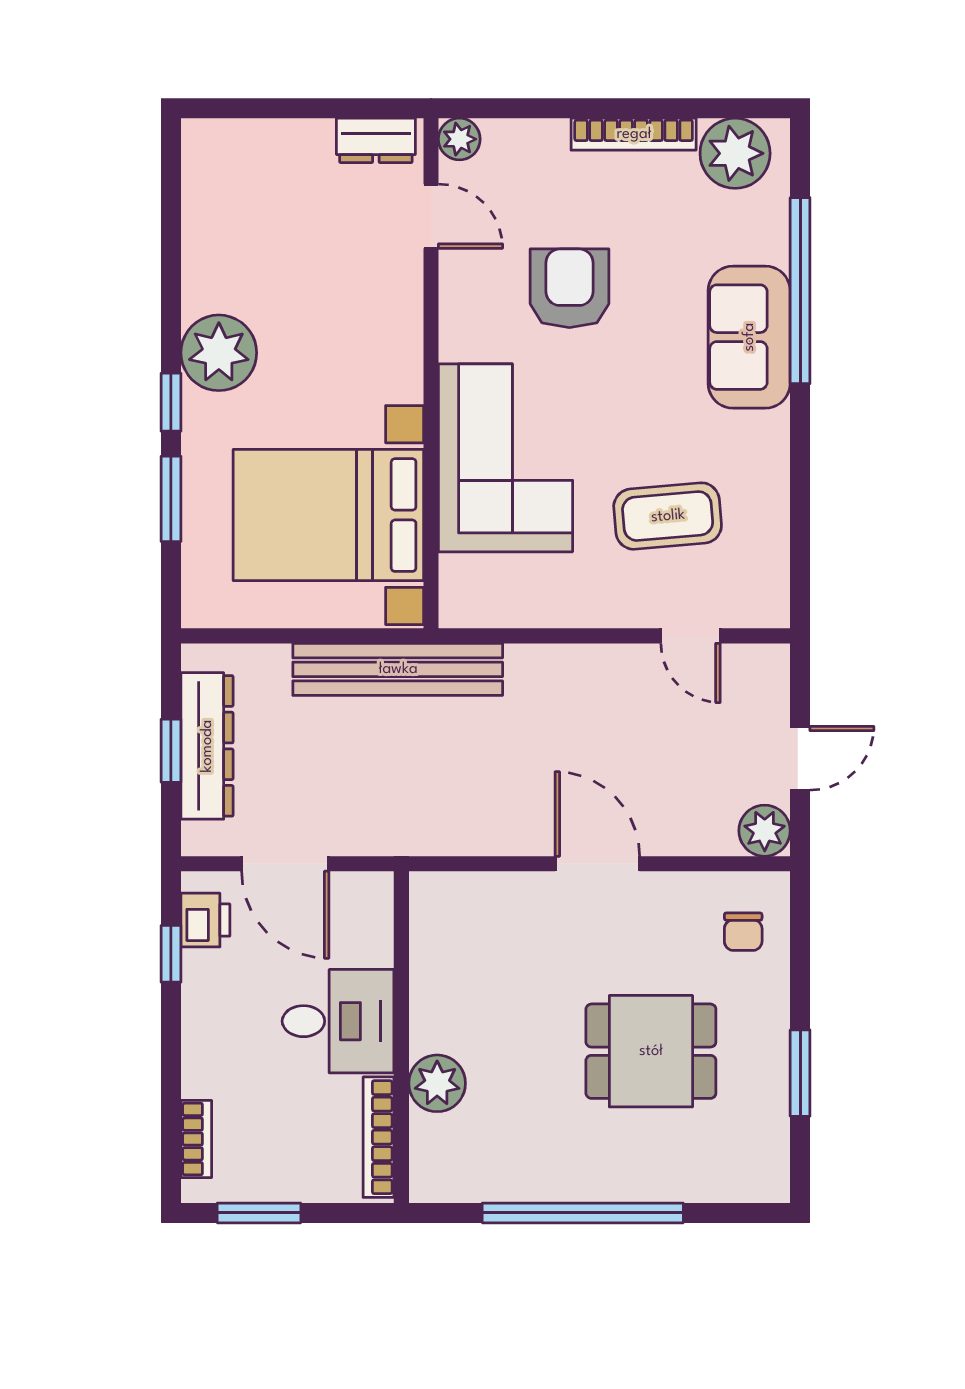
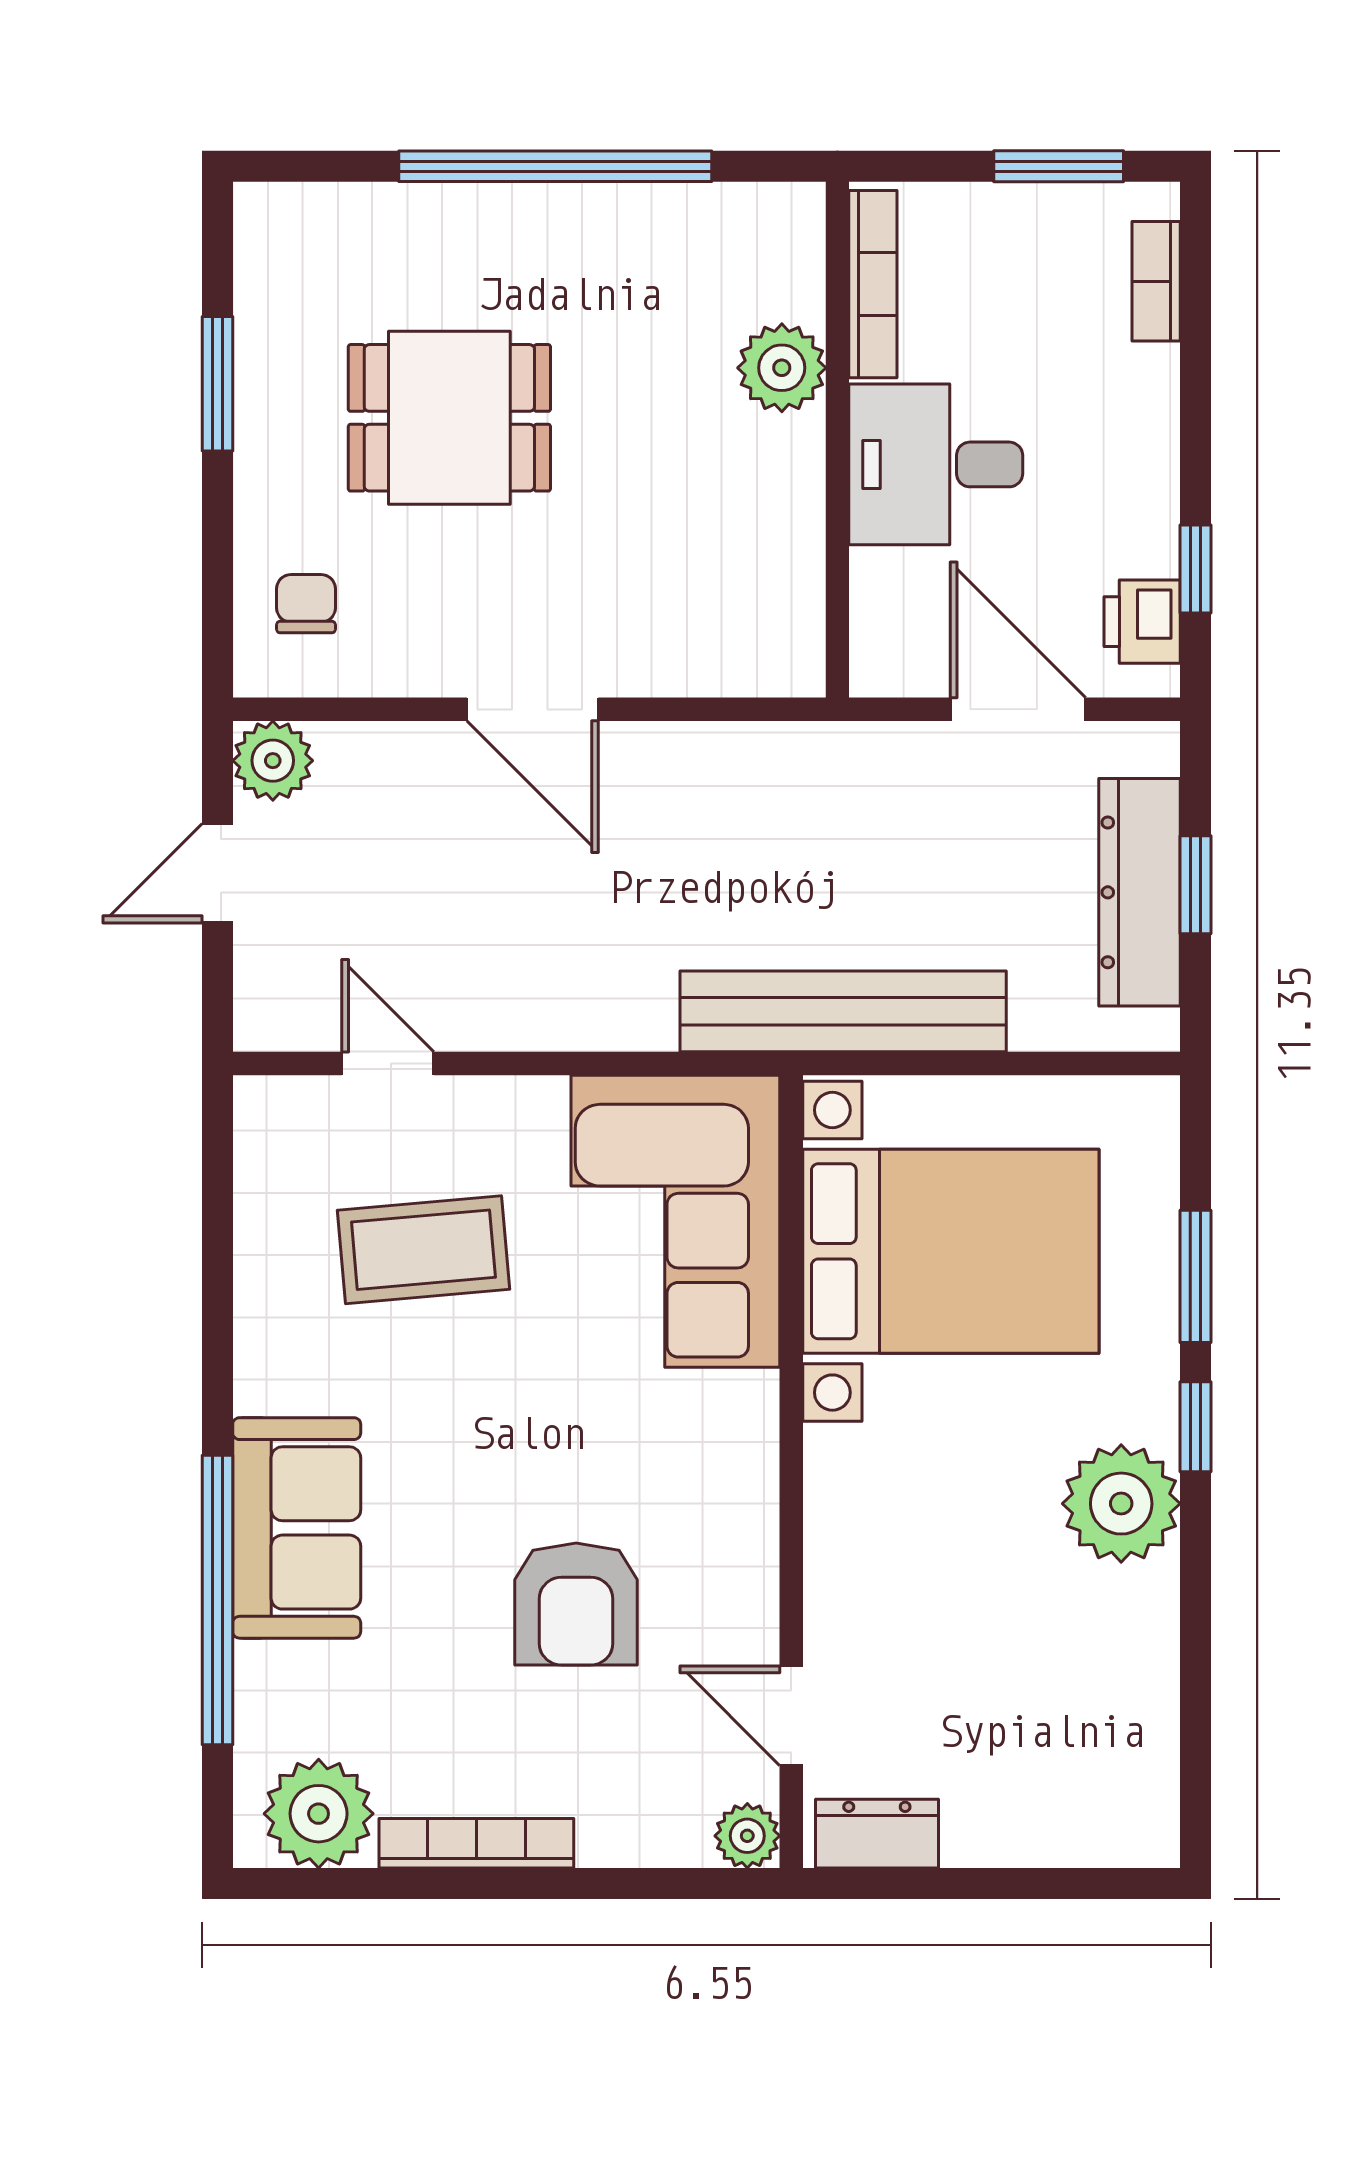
corner sofa: (506, 458) -> (675, 1221), moved

